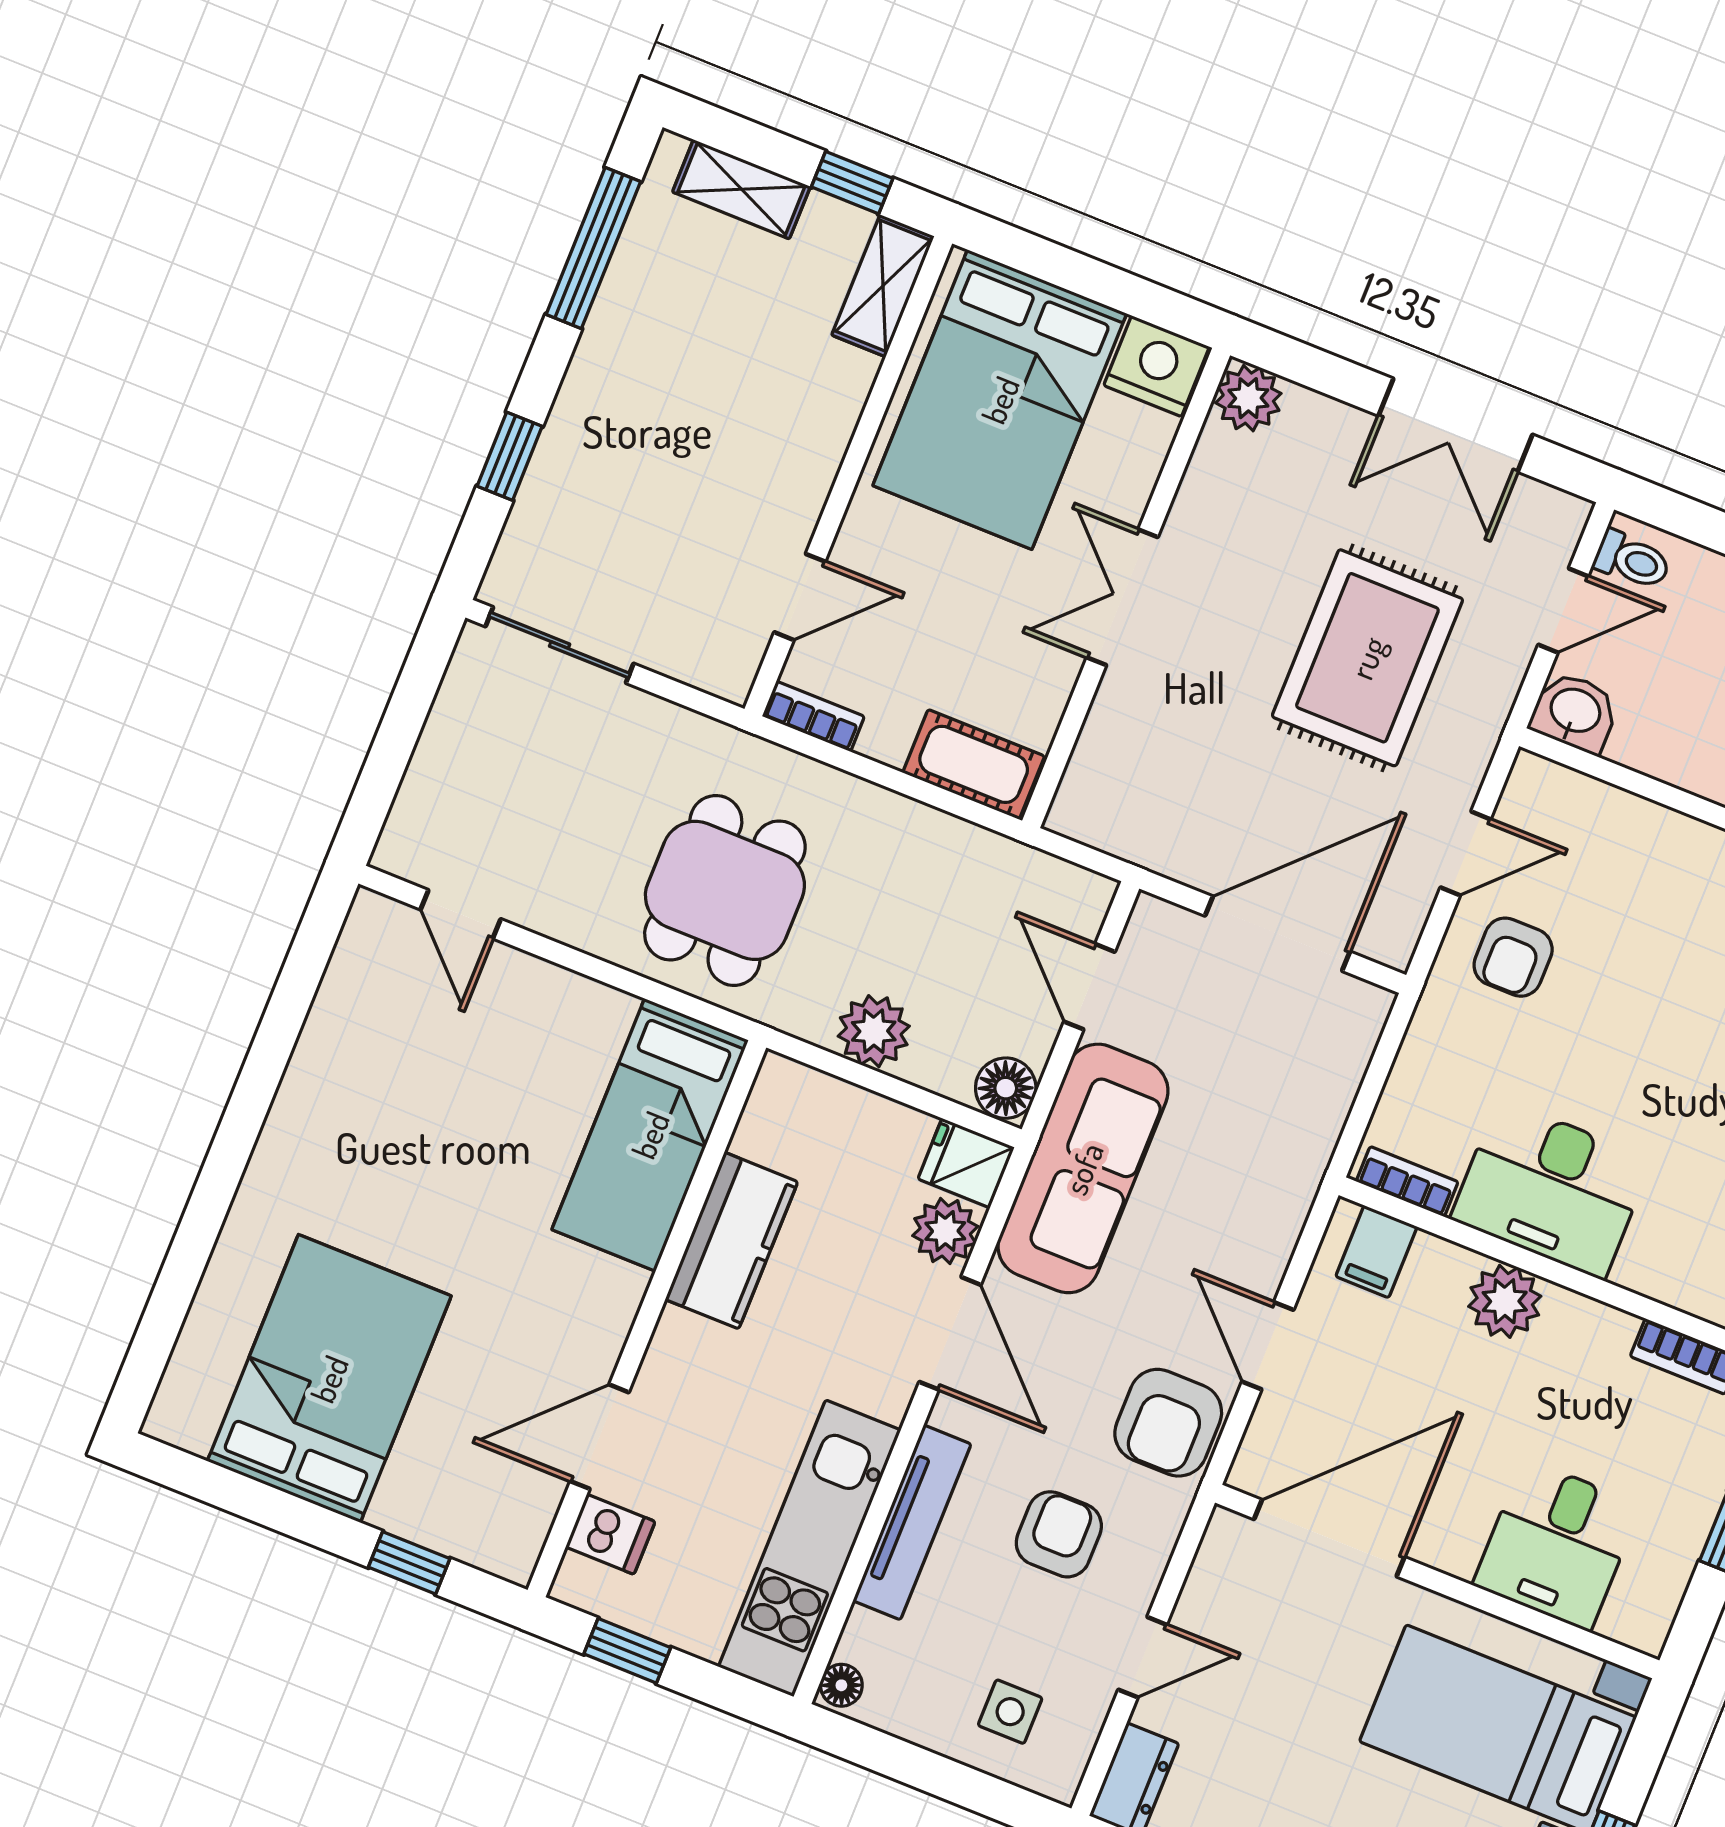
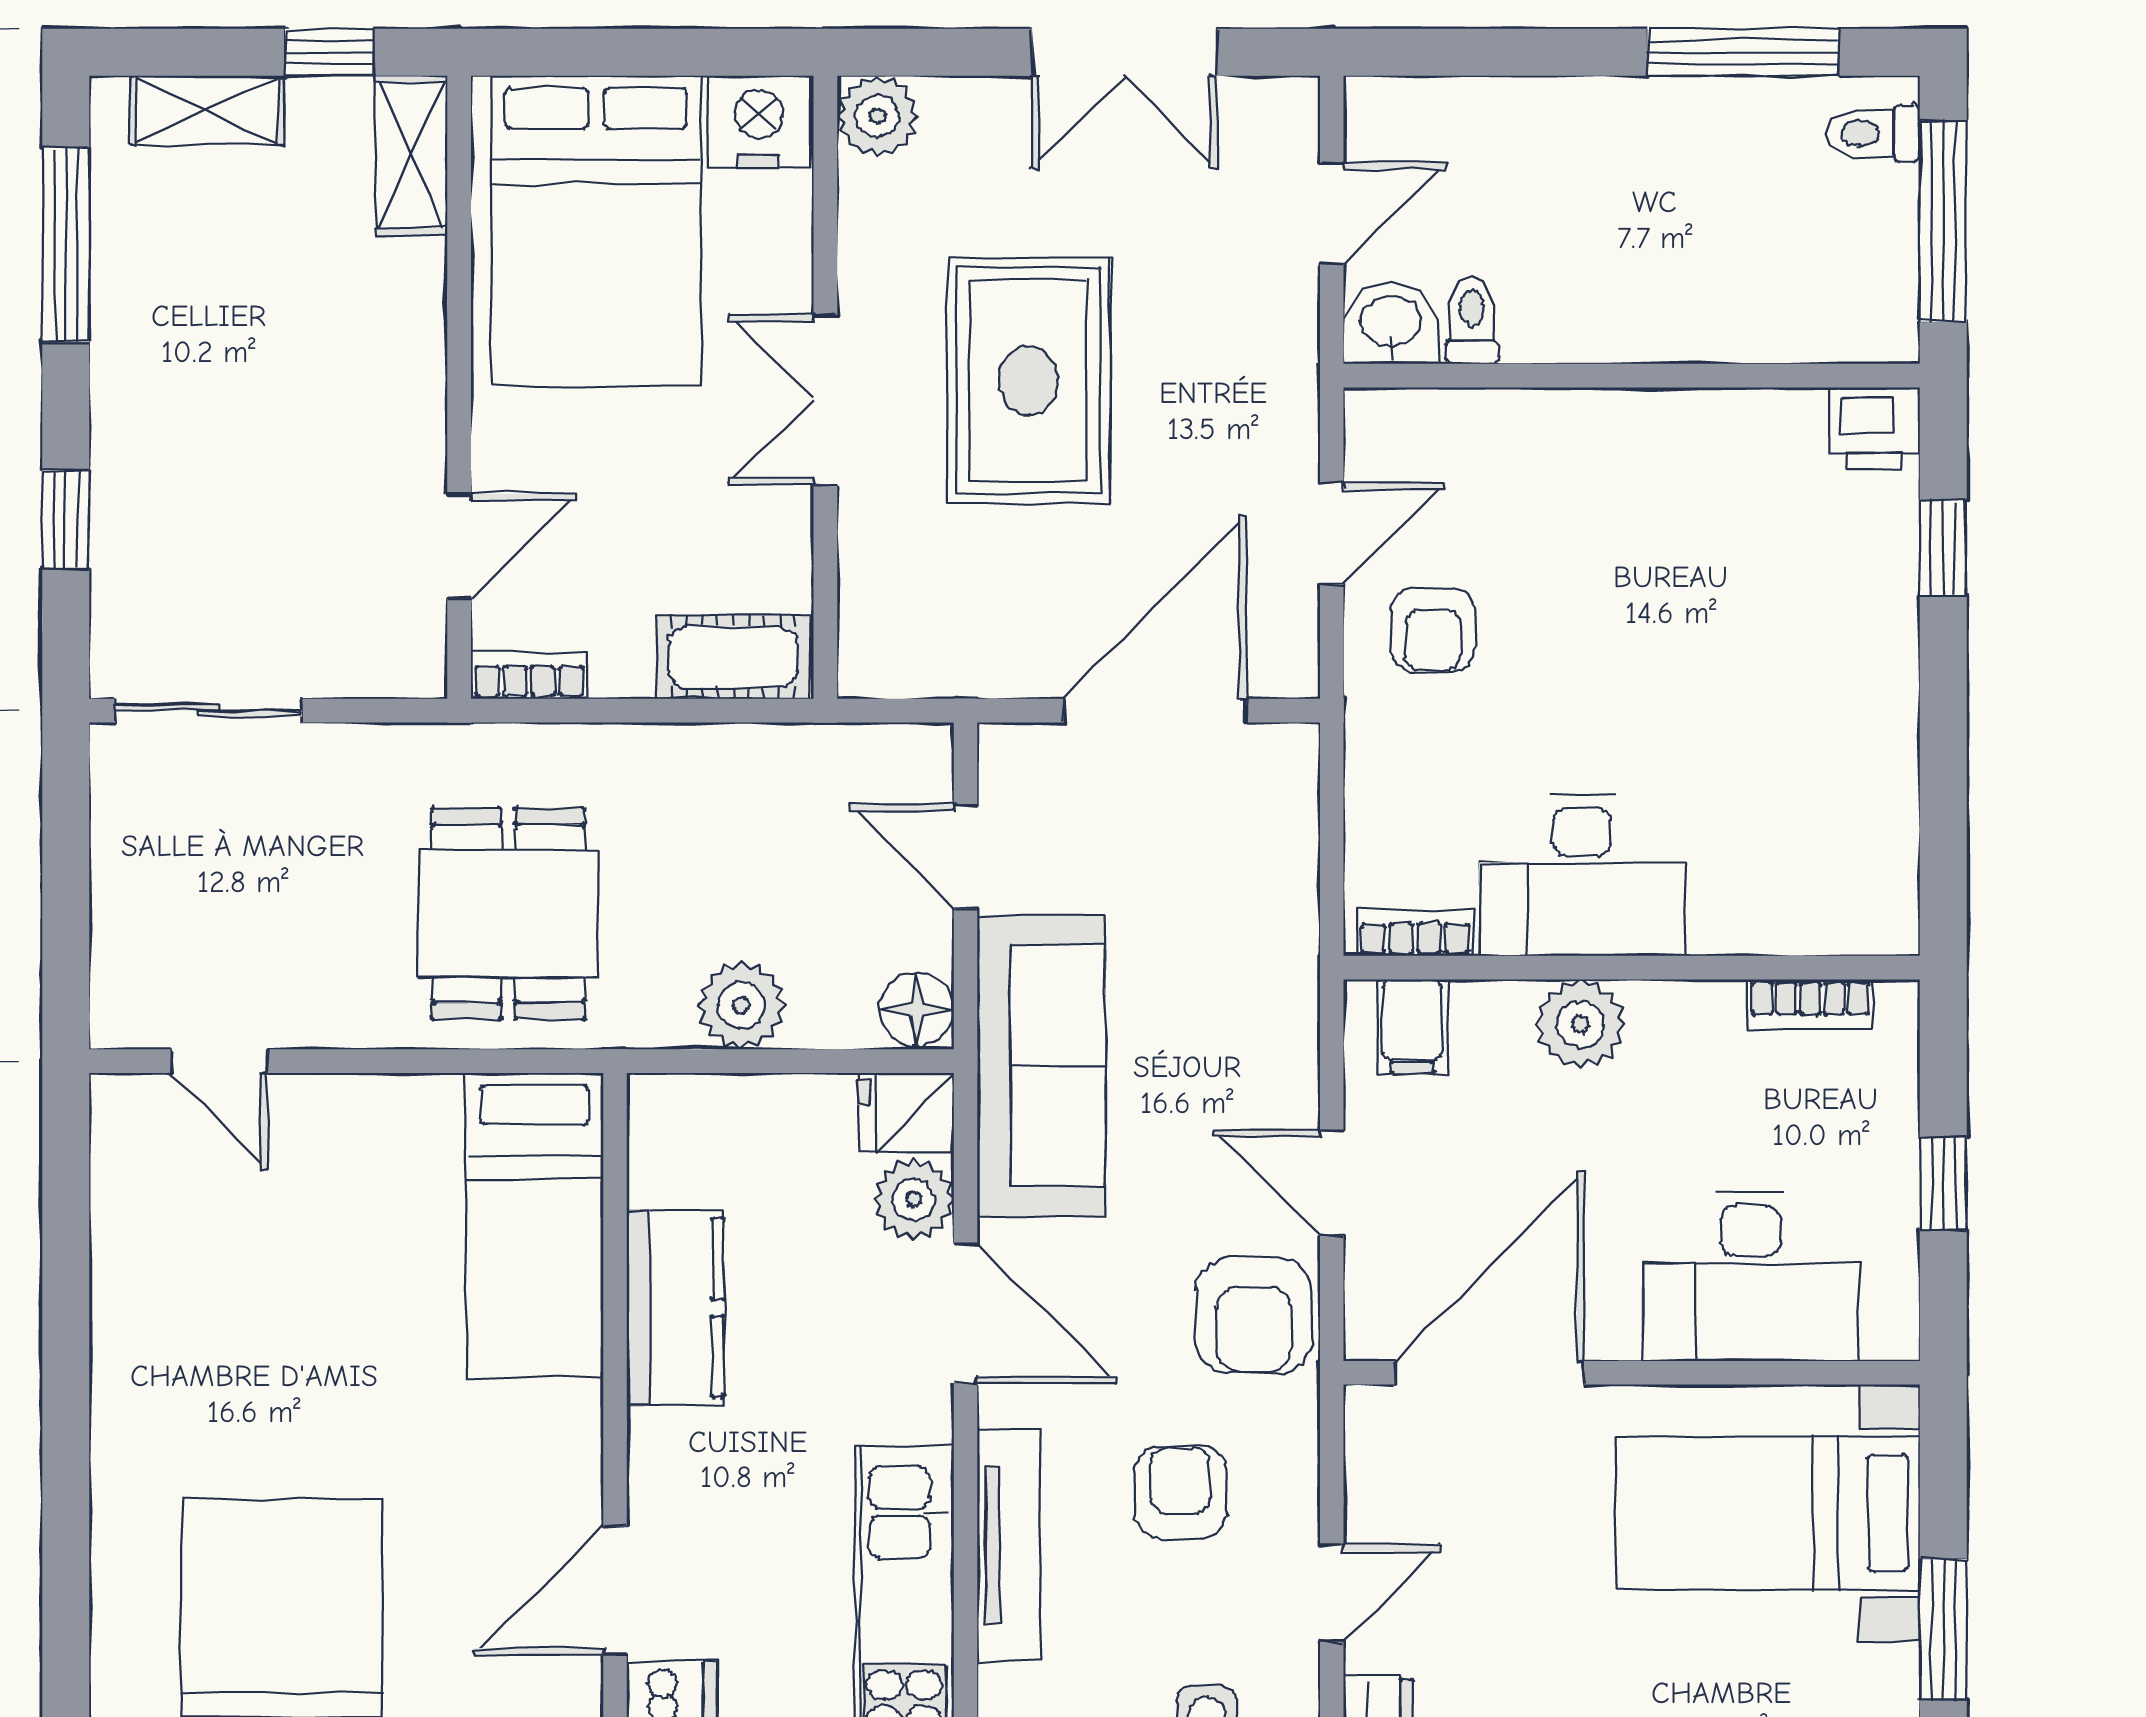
toilet: (1632, 560) -> (1472, 320), moved, turned -90
rug: (1367, 658) -> (1028, 380), moved
desk: (1557, 1545) -> (1751, 1277), width x1.37

